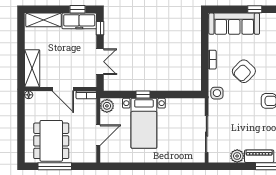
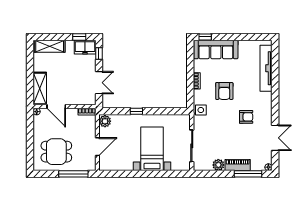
window: (255, 9) -> (205, 37), moved
freezer: (79, 21) -> (85, 47), width x0.71
armchair: (244, 71) -> (224, 91), turned -44
door: (63, 89) -> (56, 106), moved
bed with nightstands: (144, 123) -> (152, 149), moved, turned 180
dining table: (51, 141) -> (56, 152), width x0.73
window: (55, 166) -> (73, 174), moved

